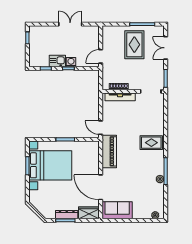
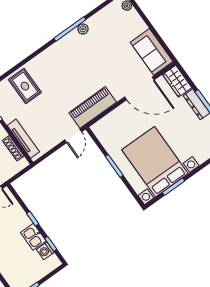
washing machine: (71, 62) -> (45, 251), moved
rug: (151, 143) -> (25, 86), moved
door: (101, 187) -> (139, 88), hinge flipped

